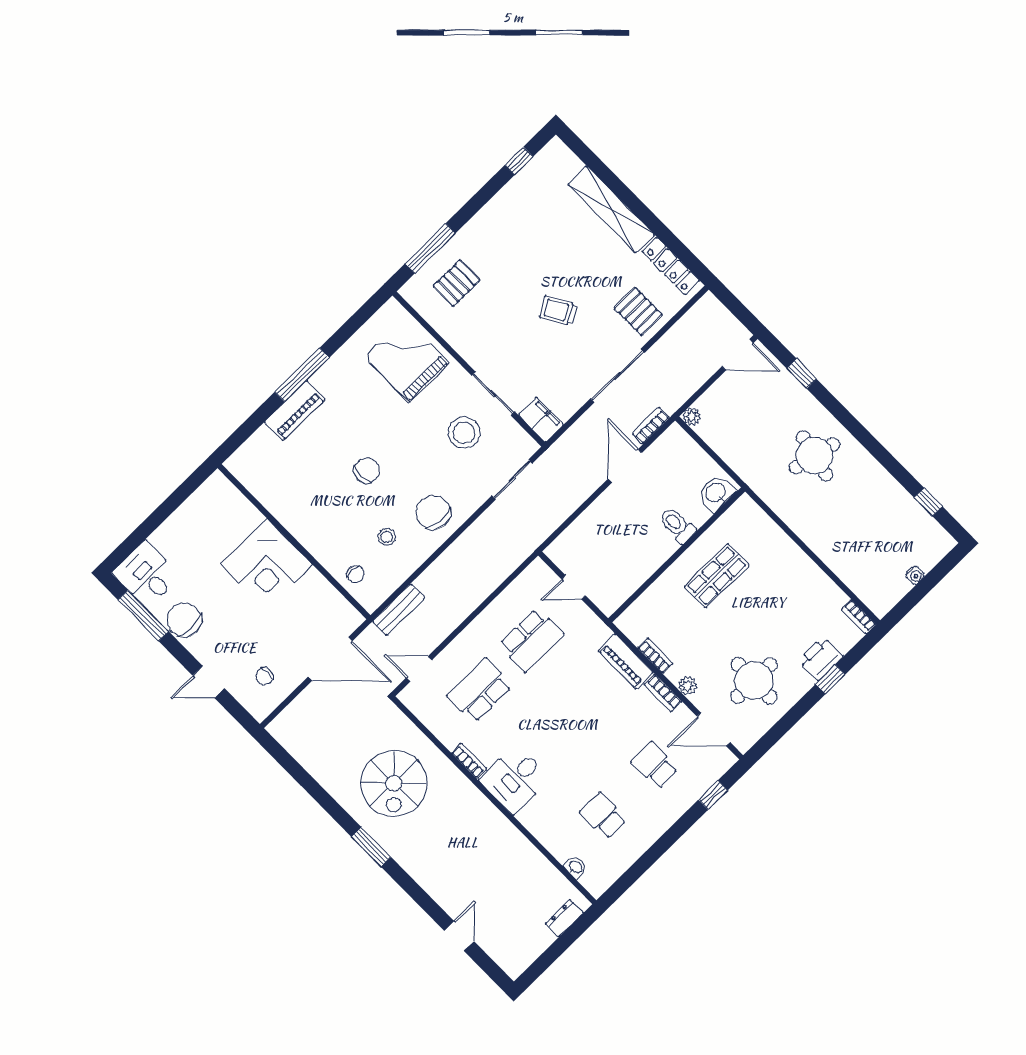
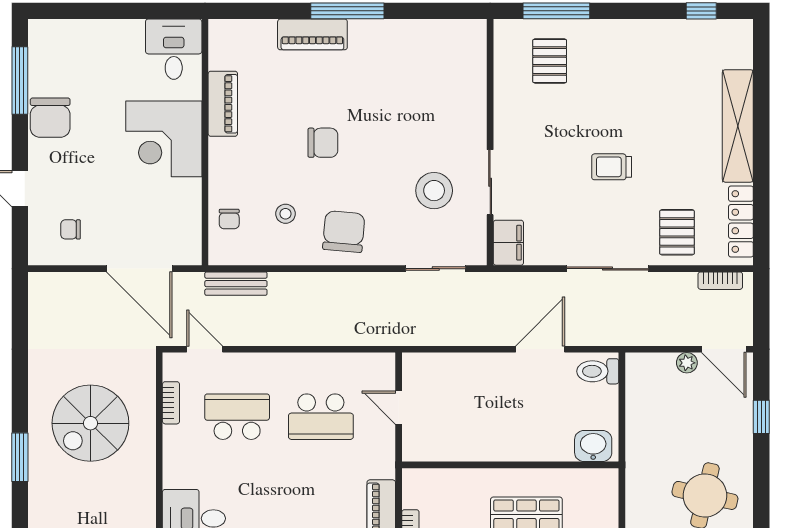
pallet: (456, 283) -> (550, 61), turned 90
trolley: (558, 311) -> (612, 167), turned -59
grand piano: (407, 360) -> (446, 83), removed
plant: (692, 417) -> (687, 363), moved
bookcase: (651, 426) -> (720, 281), moved, turned 180
piano: (282, 507) -> (223, 104), added
toilet: (677, 525) -> (598, 371), moved, turned -90
desk: (146, 575) -> (174, 49), moved
chair: (184, 620) -> (50, 118), turned 180
bookcase: (469, 761) -> (171, 403), moved

